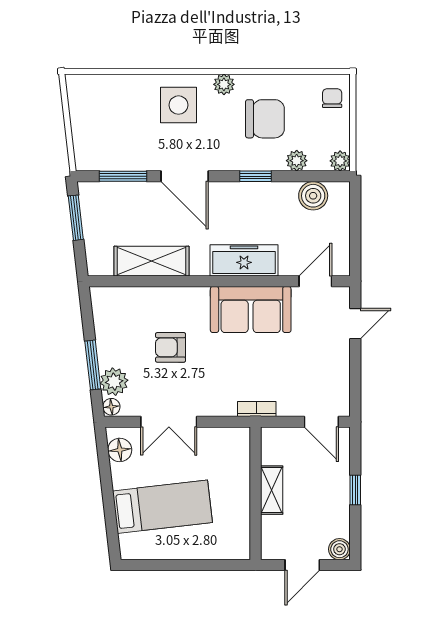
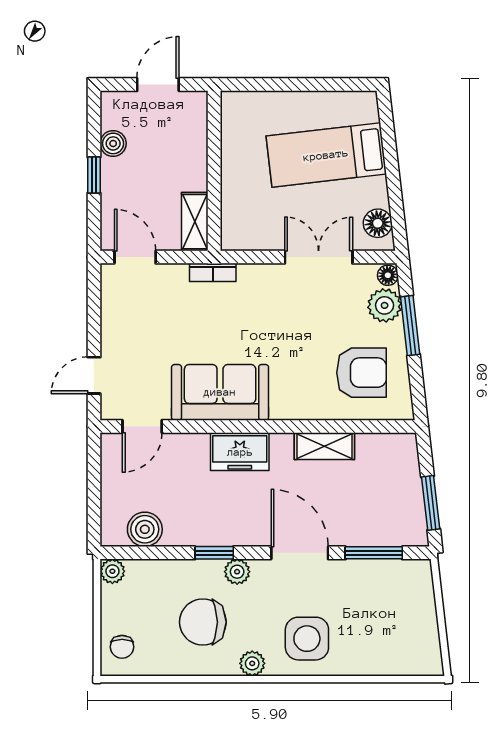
plant: (297, 161) -> (237, 572), moved
freezer: (244, 260) -> (240, 452), width x0.71
shelving: (152, 261) -> (324, 446), width x0.67, depth x0.75
armchair: (171, 347) -> (362, 373), moved, width x1.38, depth x1.38
shelving: (272, 490) -> (195, 222), moved
boiler: (339, 549) -> (113, 143), moved

